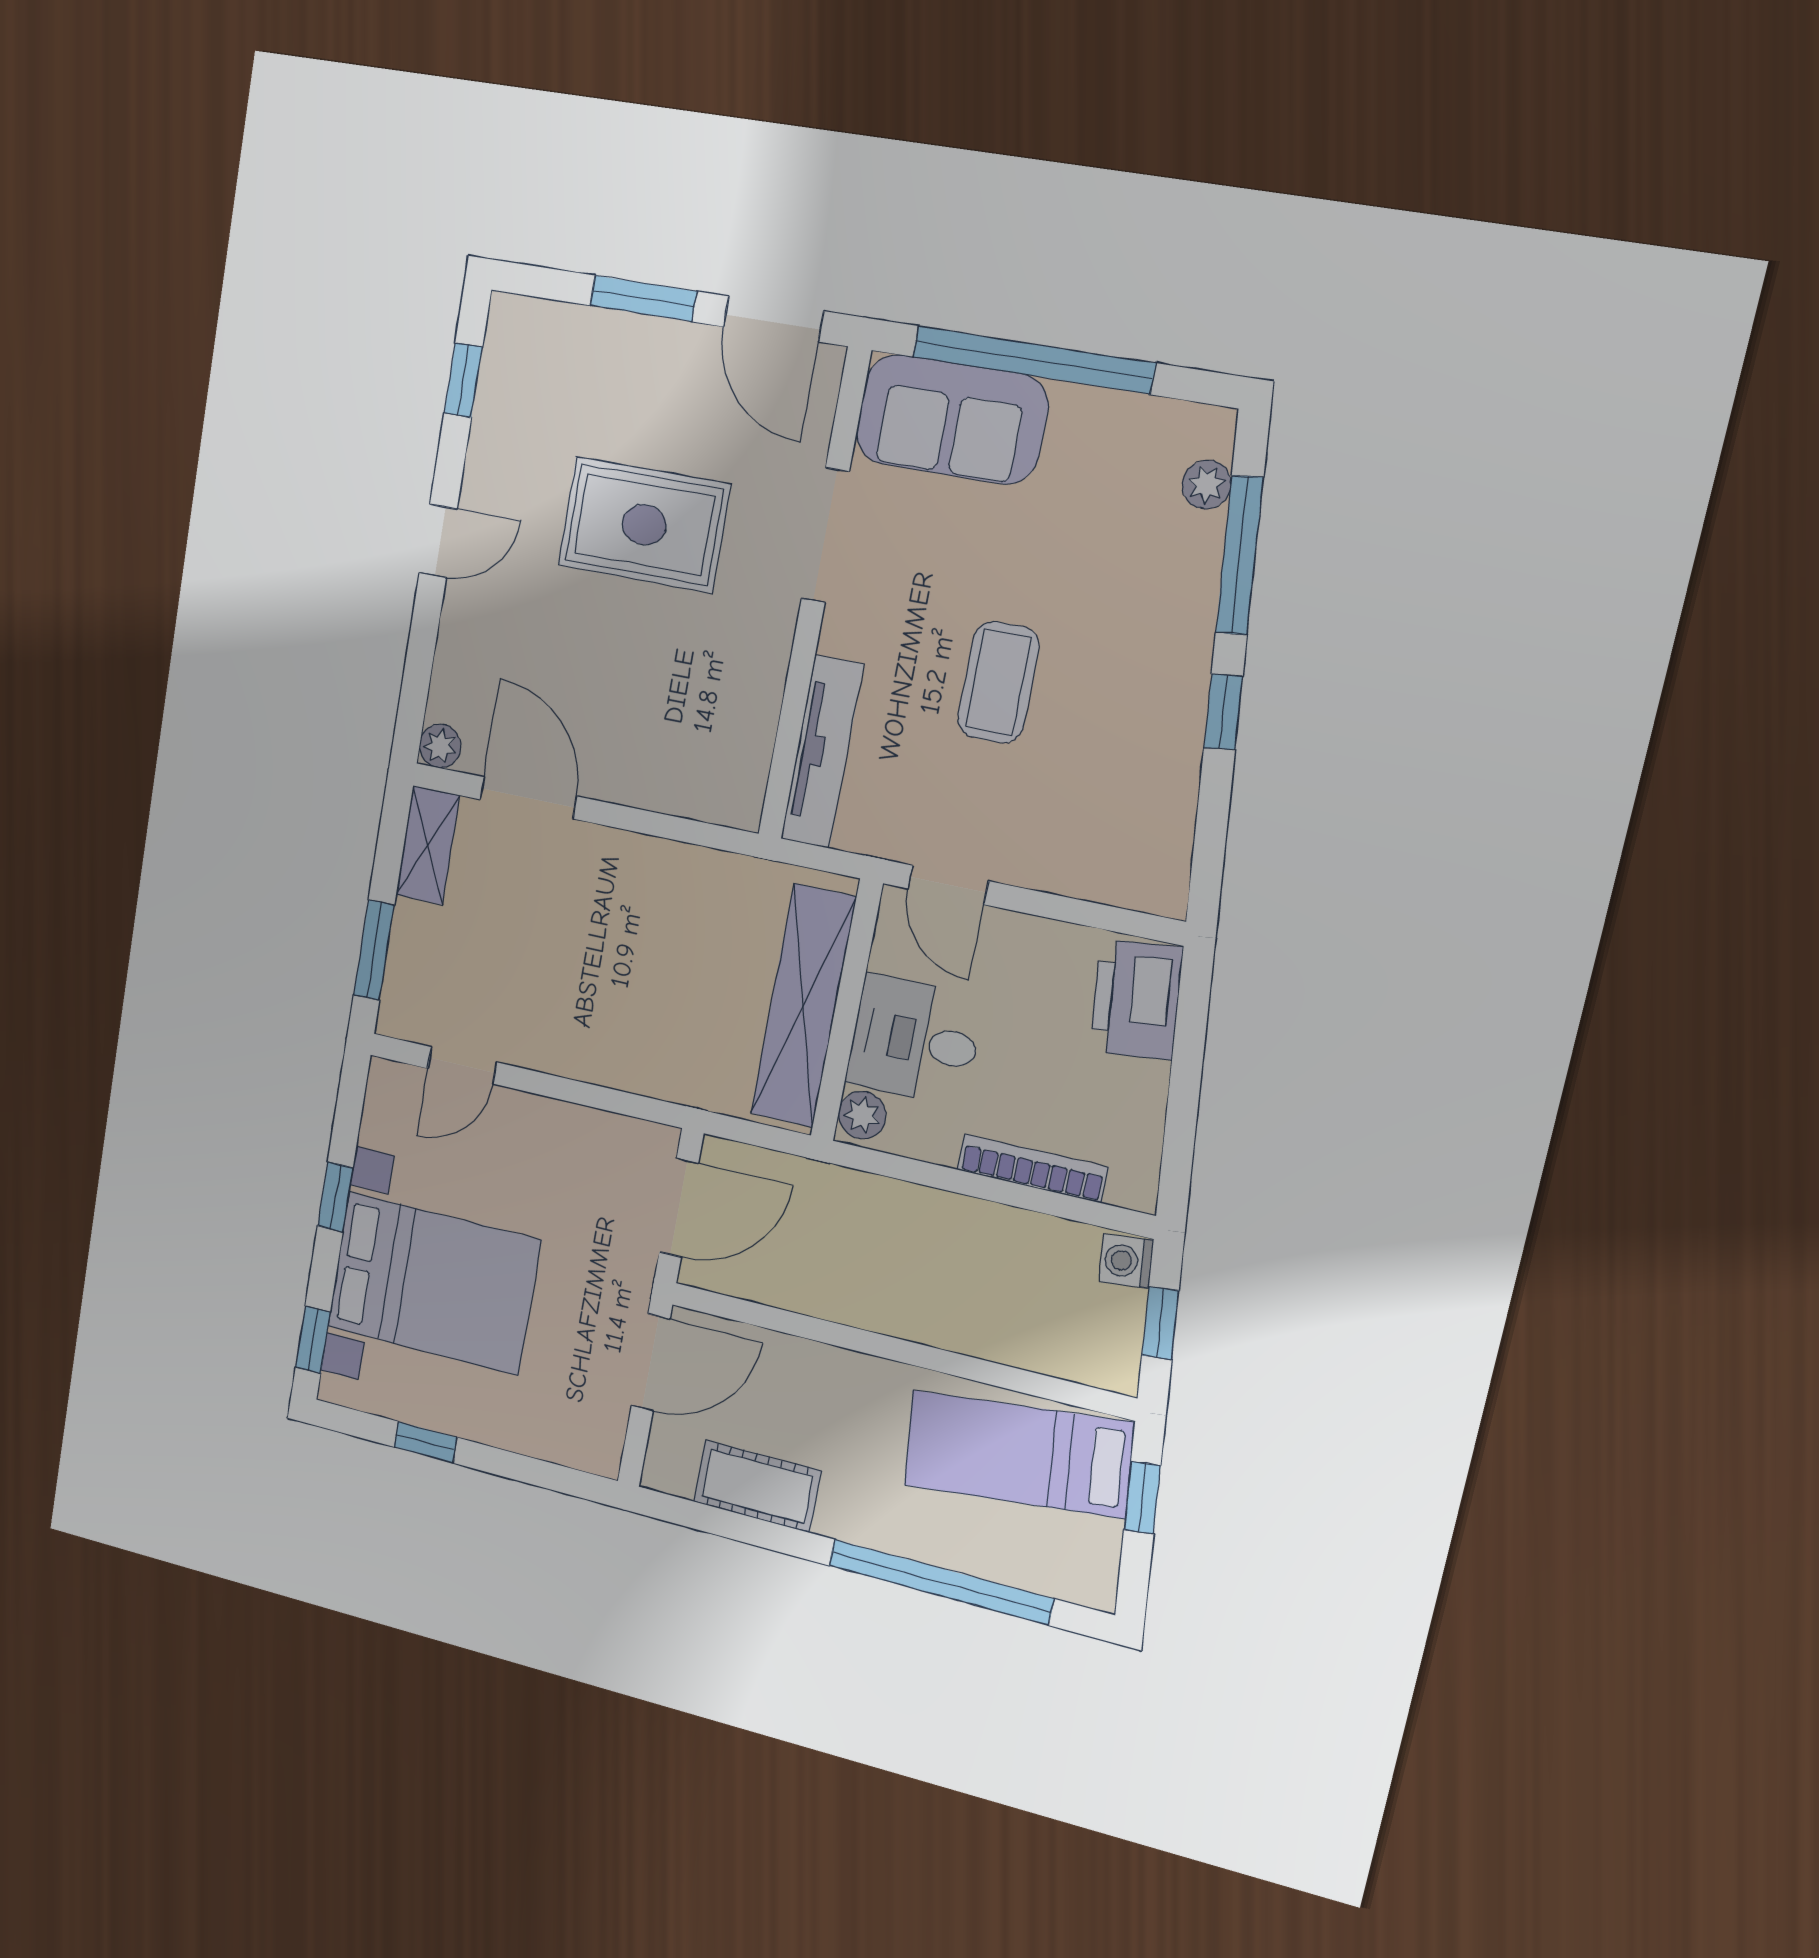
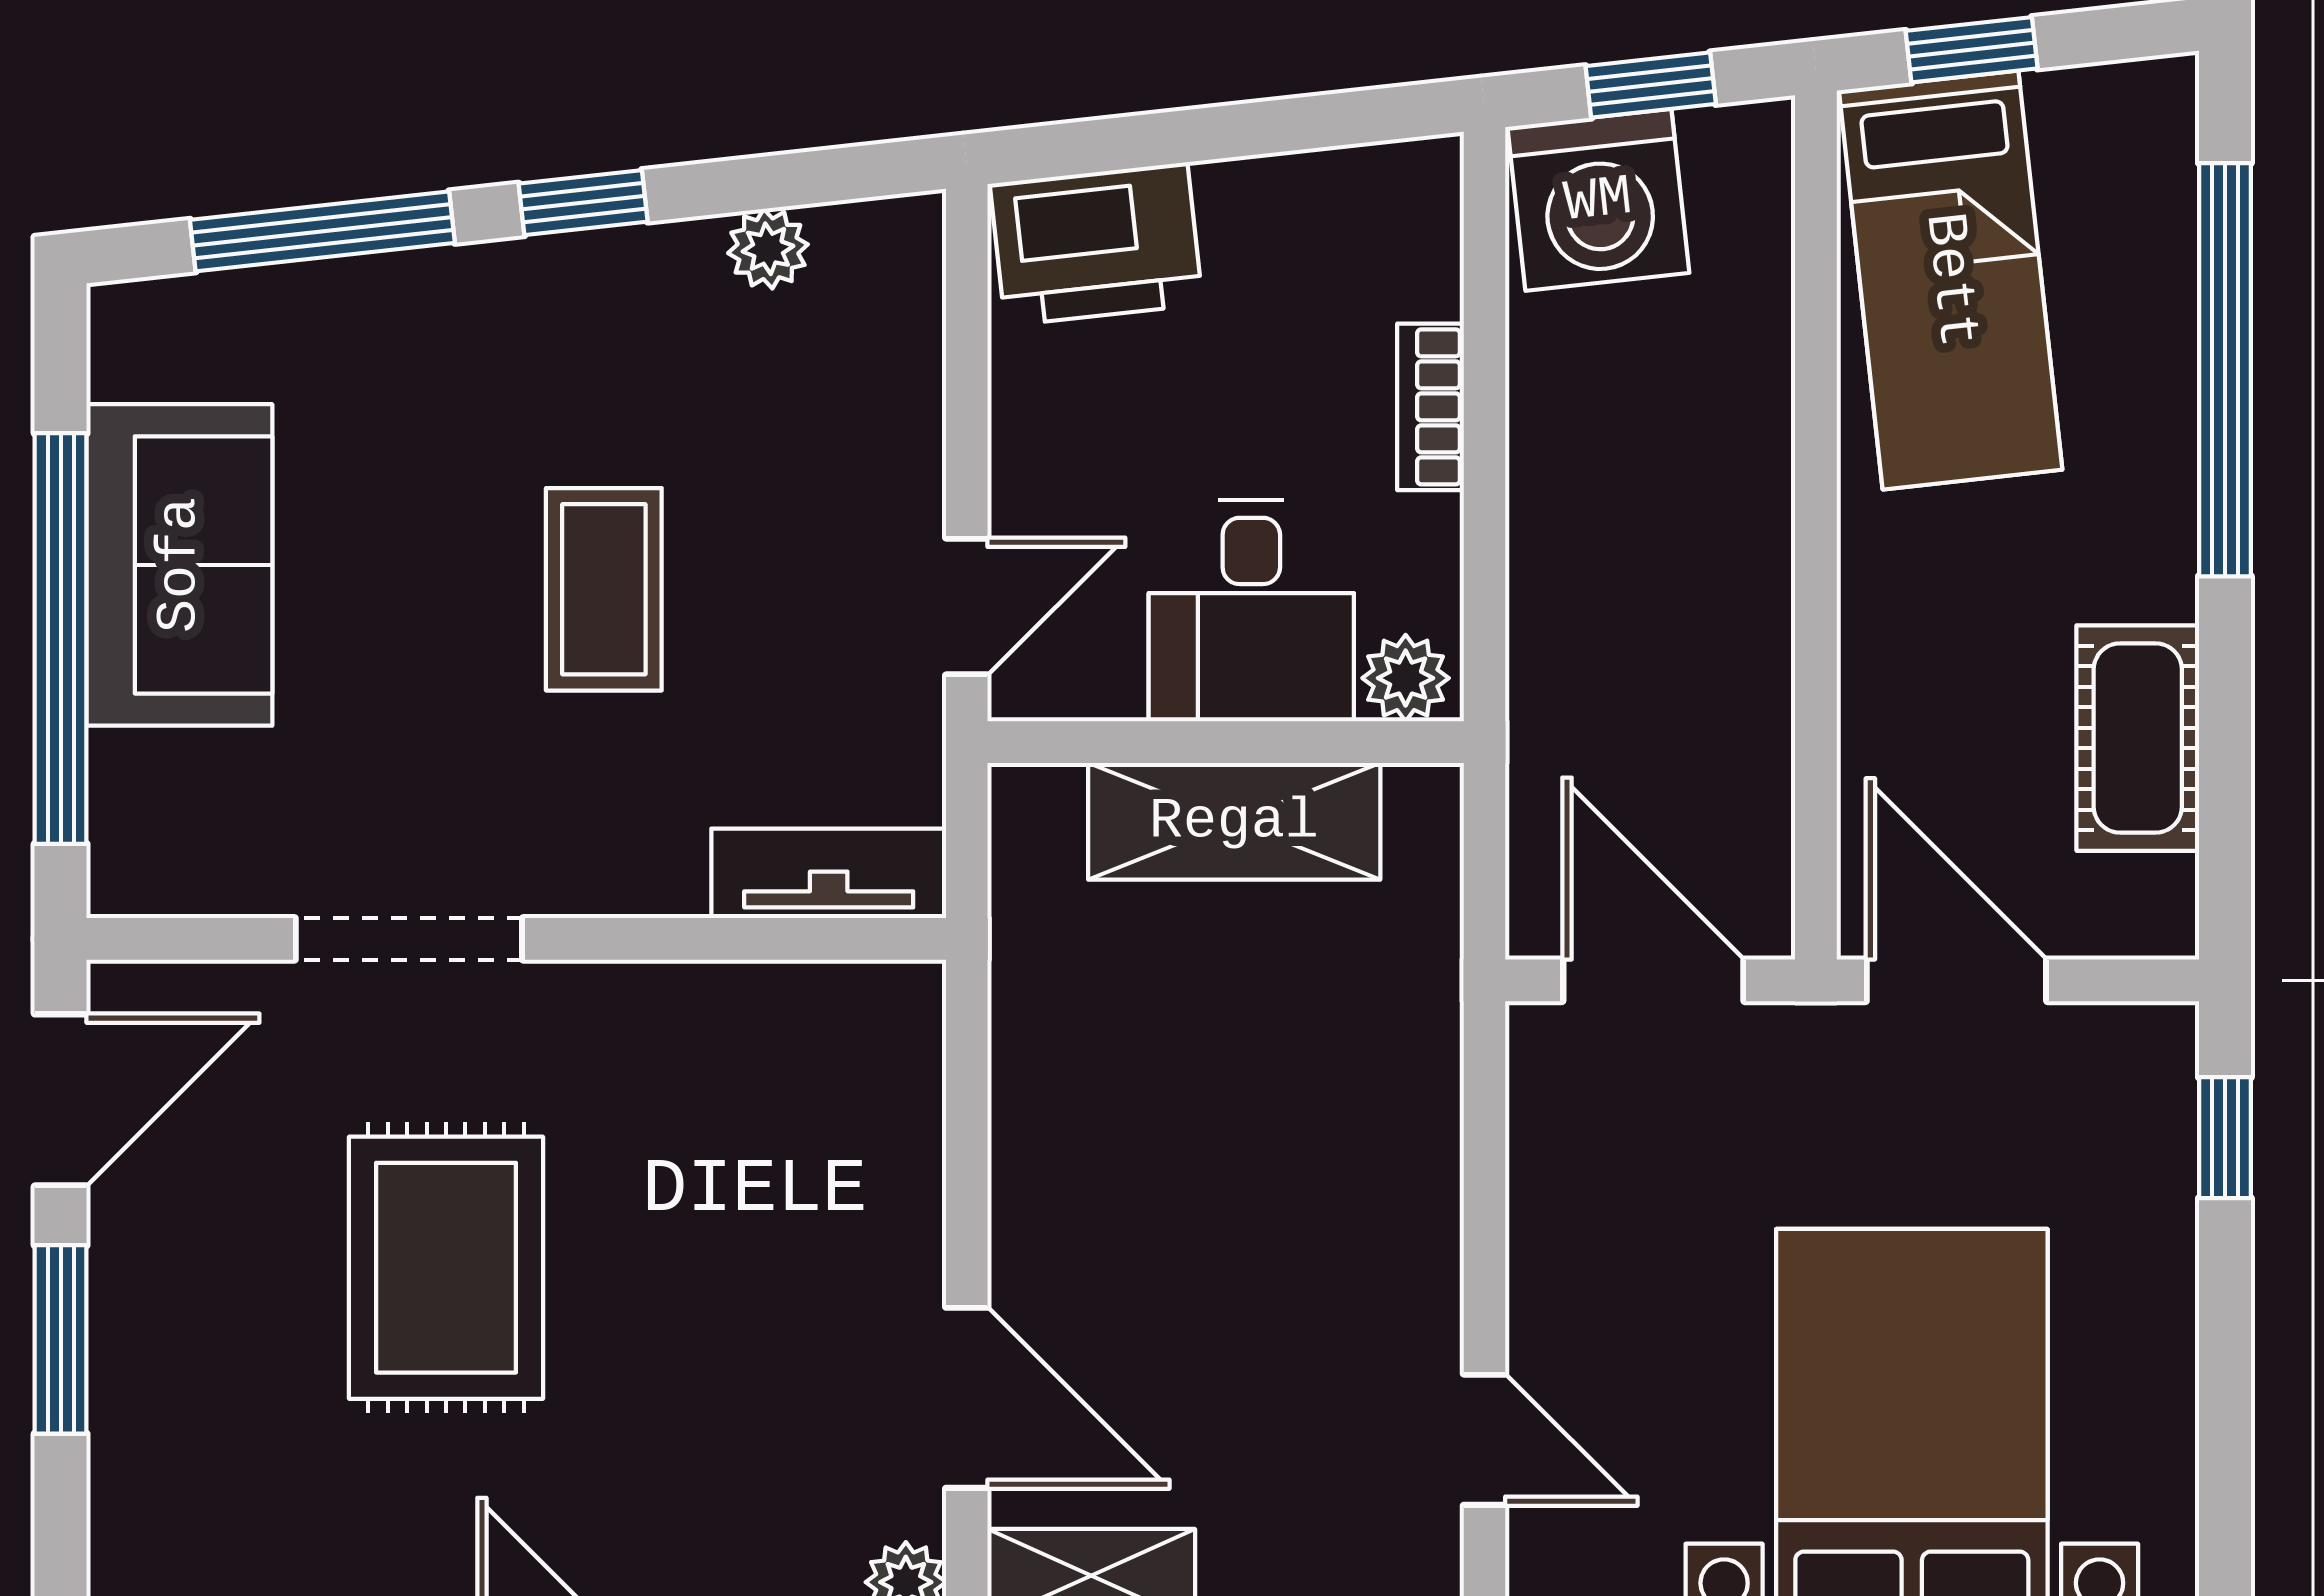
sofa: (952, 419) -> (179, 565), moved
plant: (1207, 485) -> (768, 249), moved
coffee table: (998, 682) -> (604, 589), turned 90
tv unit: (822, 752) -> (829, 873), width x0.71
door: (528, 798) -> (967, 1398), swing flipped
shelving: (803, 1006) -> (1234, 821), width x0.68
bookcase: (1033, 1168) -> (1430, 407), width x0.64
washing machine: (1126, 1261) -> (1598, 200), width x1.89, depth x1.89
window: (425, 1442) -> (2225, 1138), moved

